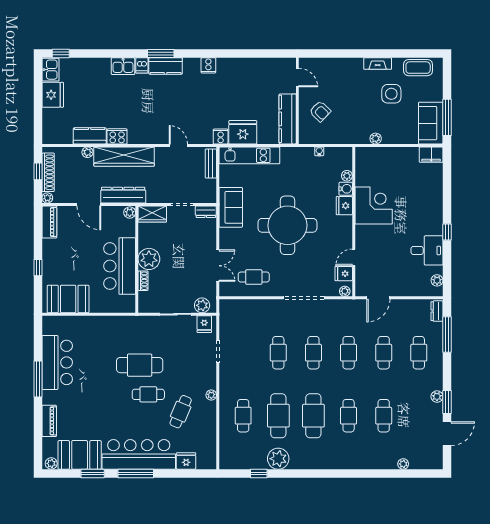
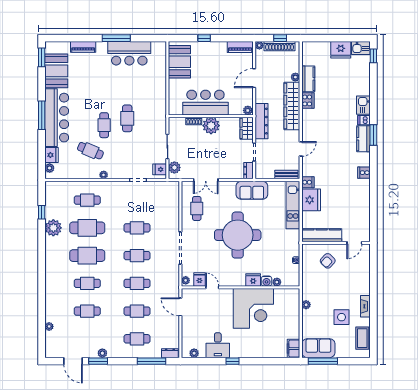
dresser: (123, 195) -> (262, 121), moved
corner desk: (374, 205) -> (253, 308), width x1.36, depth x1.36
cafe table: (140, 365) -> (127, 118), width x0.73, depth x0.74
plant: (51, 463) -> (50, 168), moved
window: (93, 473) -> (42, 57), moved

